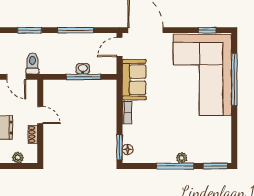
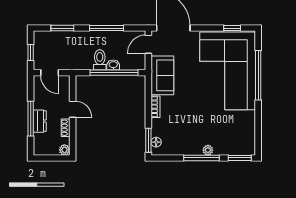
toilet: (32, 63) -> (100, 60), moved
window: (84, 77) -> (114, 73), width x1.46
plant: (18, 158) -> (64, 150), moved

